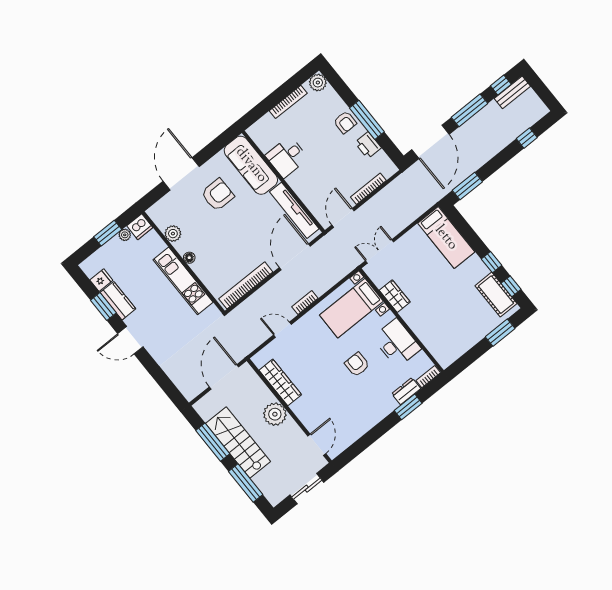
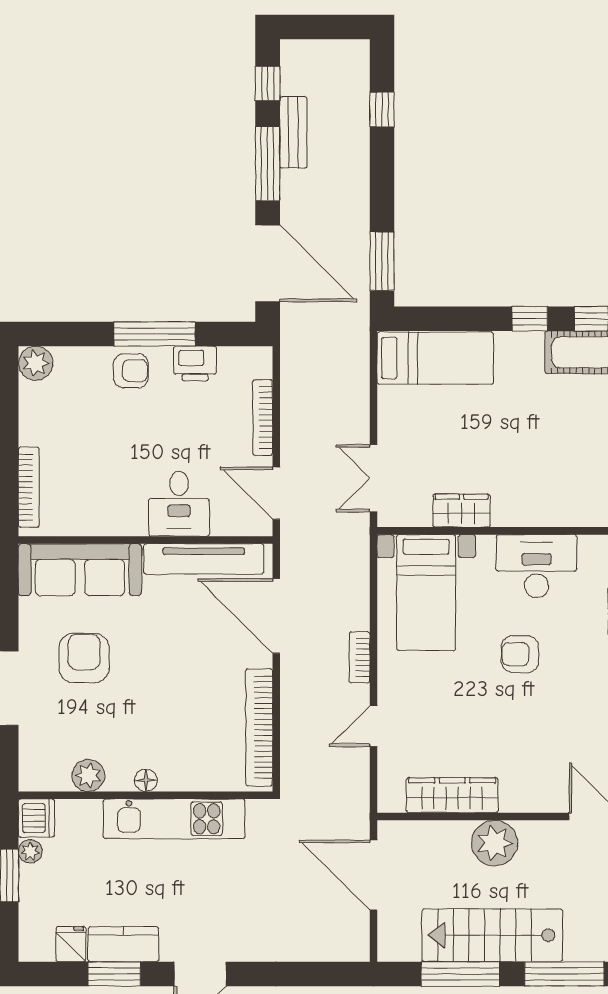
bench: (512, 92) -> (293, 132), moved
bookcase: (288, 102) -> (29, 487), moved
desk: (287, 157) -> (179, 504), moved

